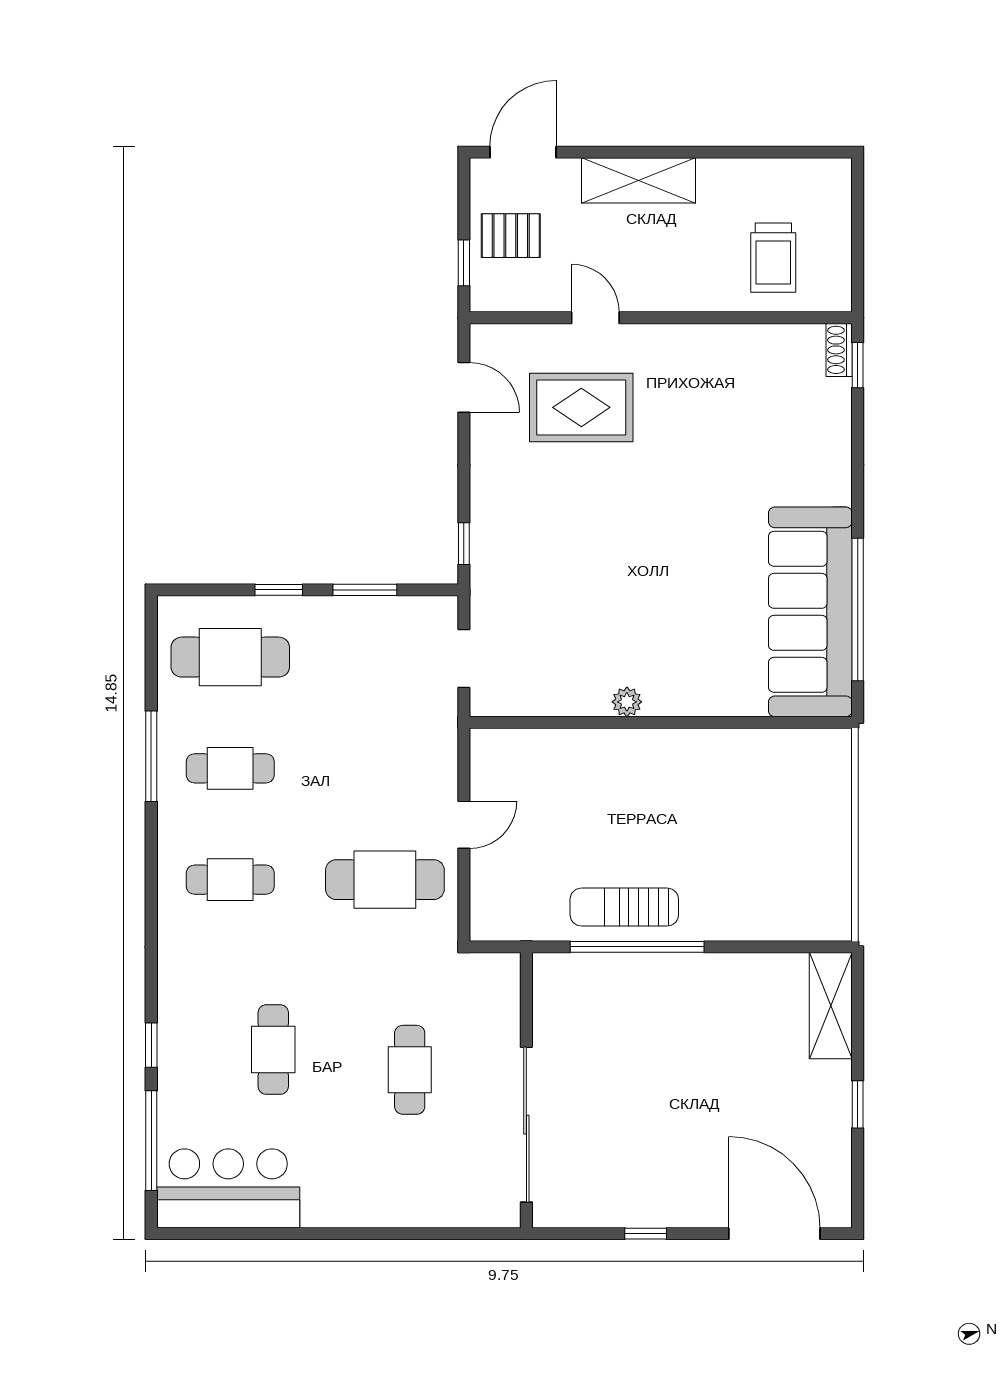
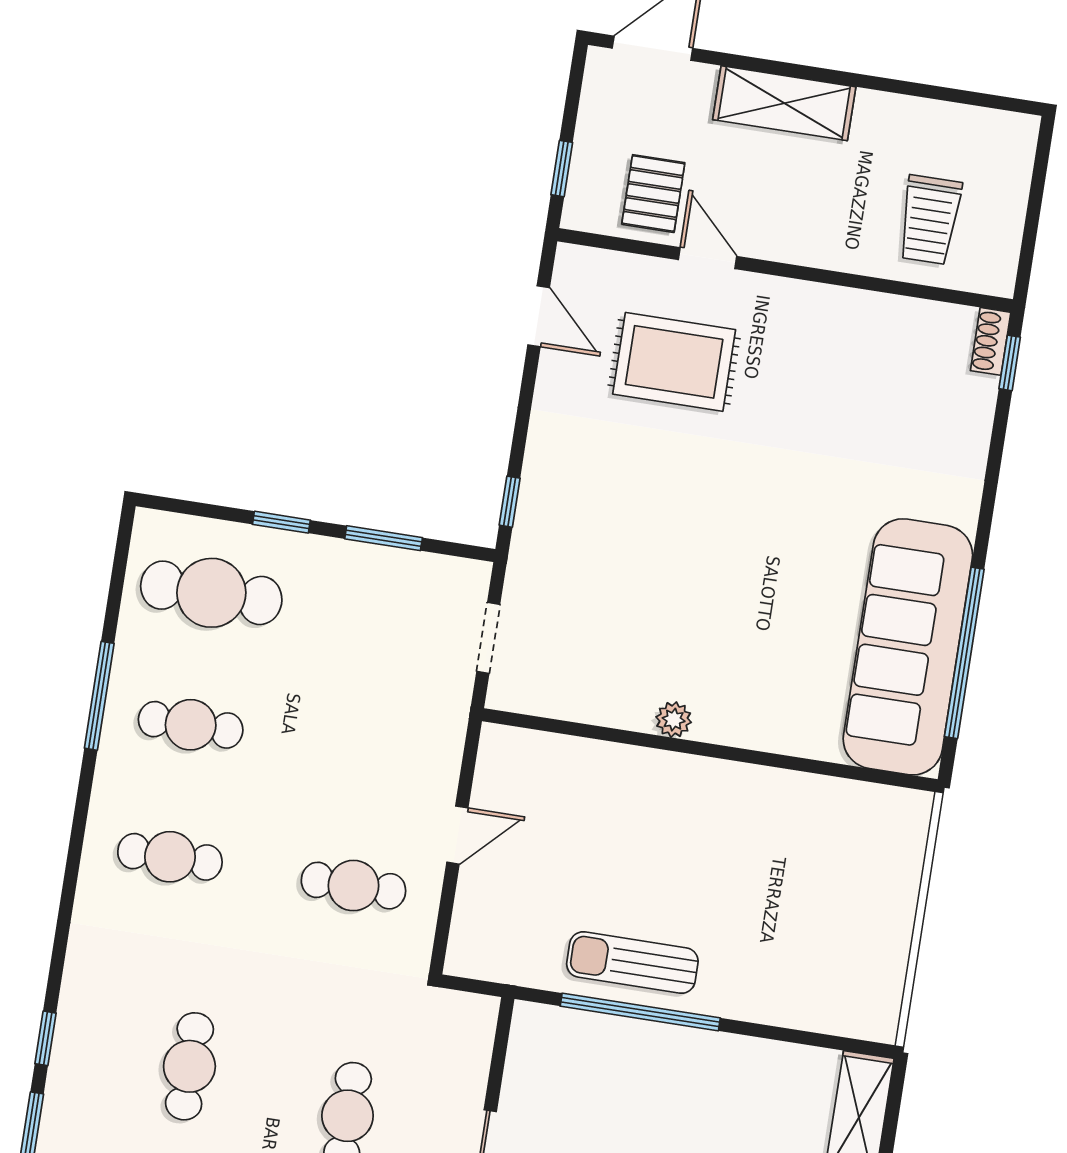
pallet: (511, 236) -> (653, 194), moved, turned 90
cafe table: (385, 880) -> (353, 886), width x0.73, depth x0.74

